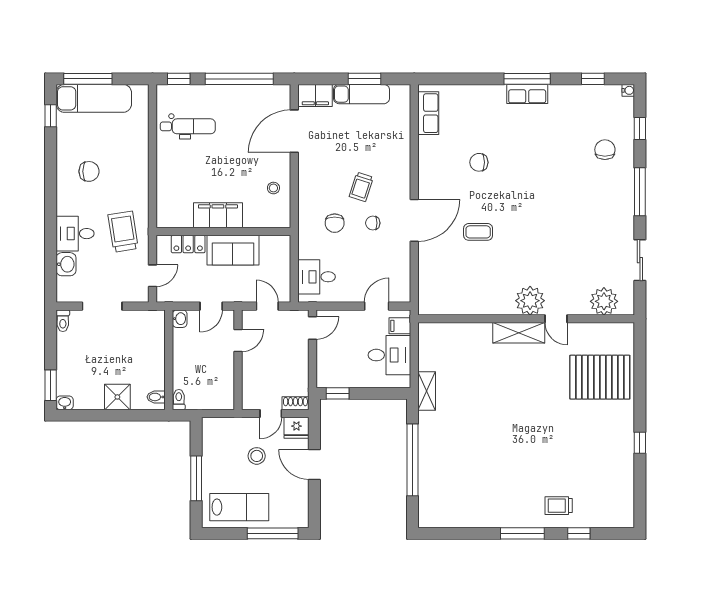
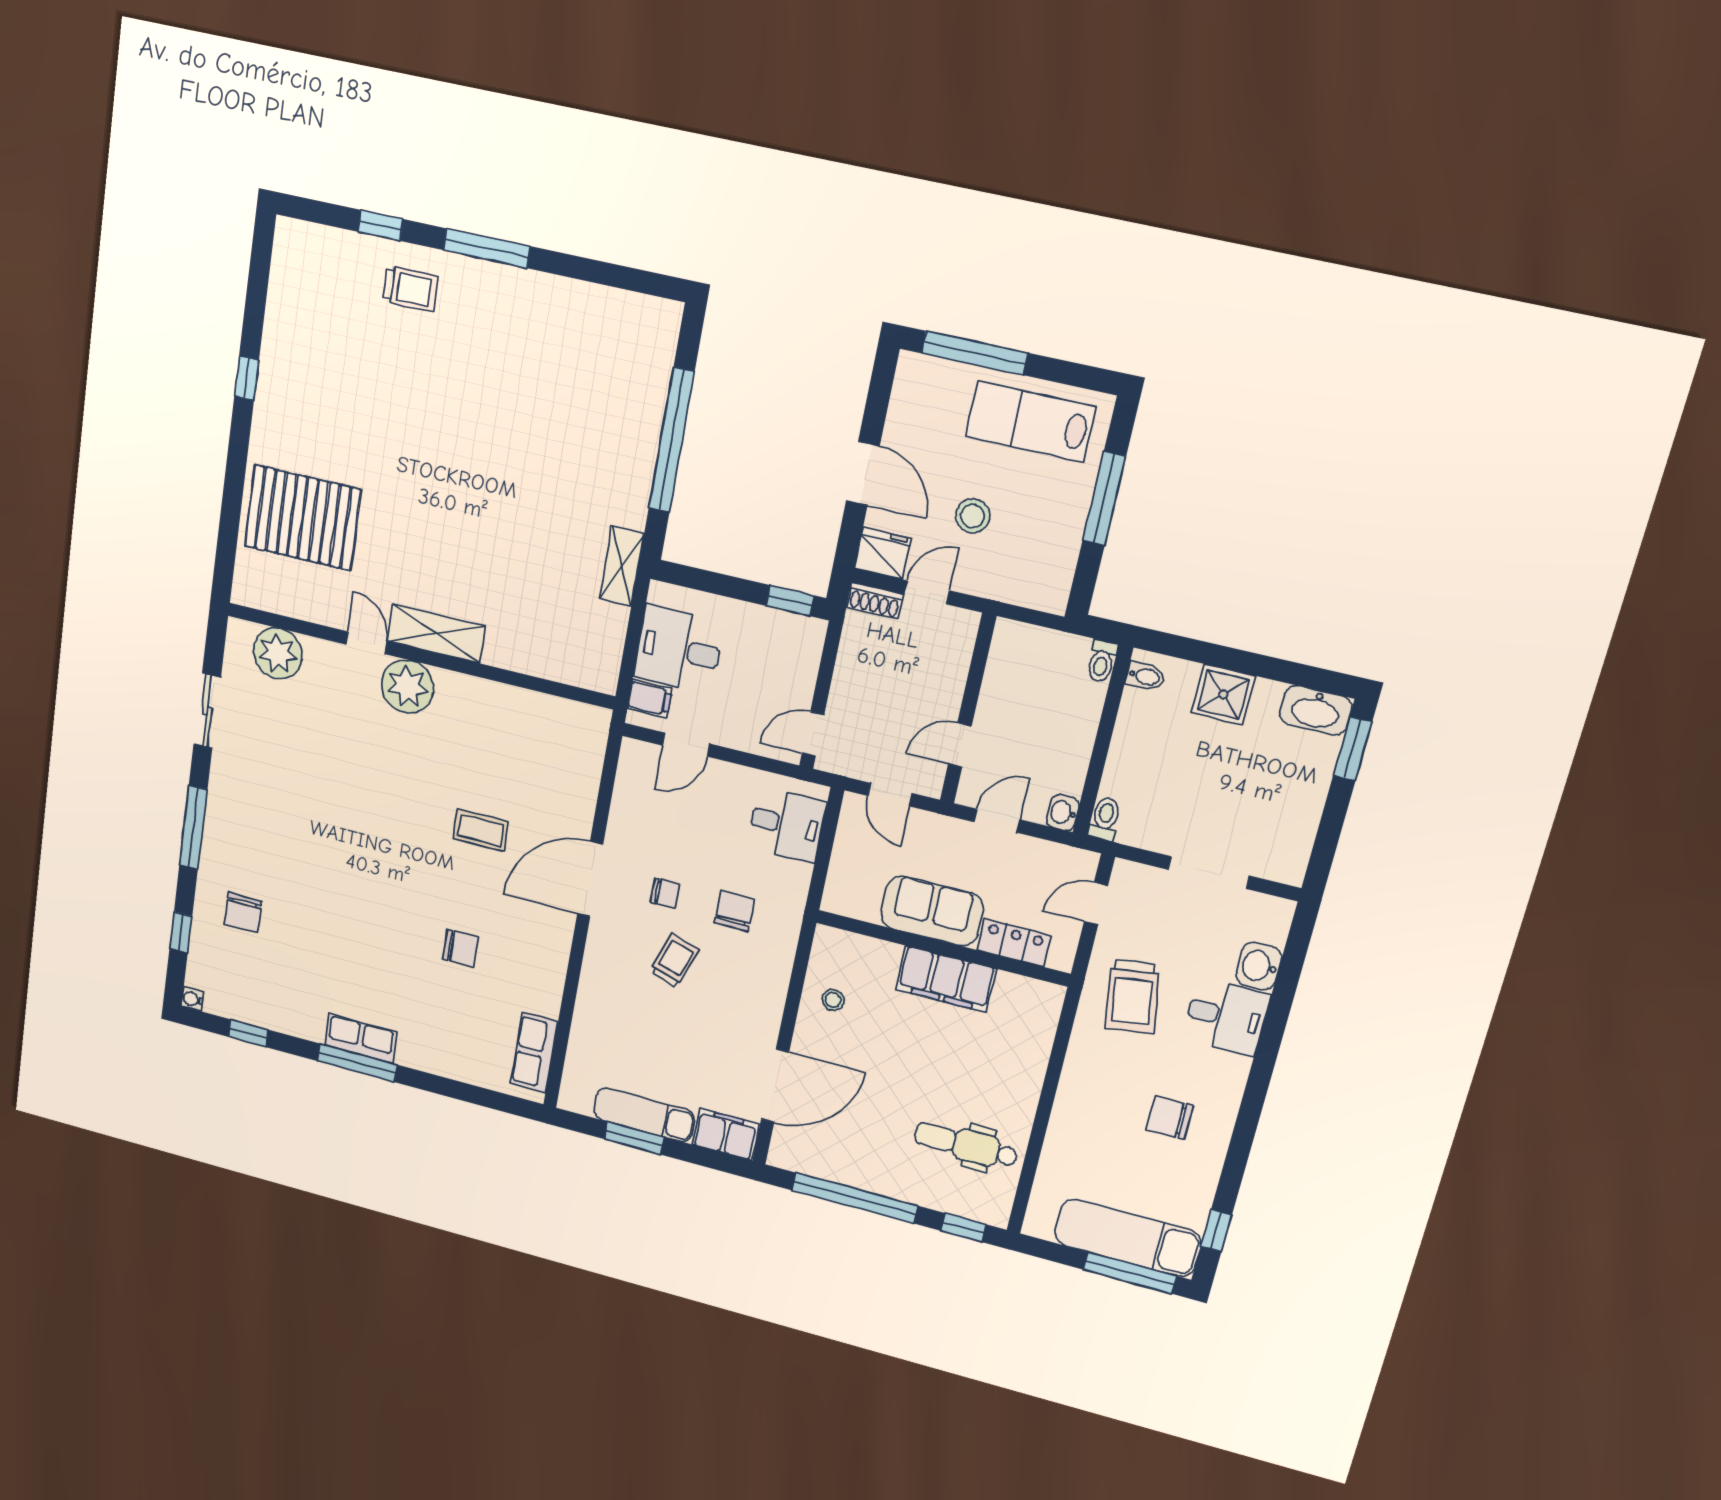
toilet: (63, 321) -> (1105, 819), moved
washbasin: (65, 403) -> (1316, 710), width x1.91, depth x1.45

